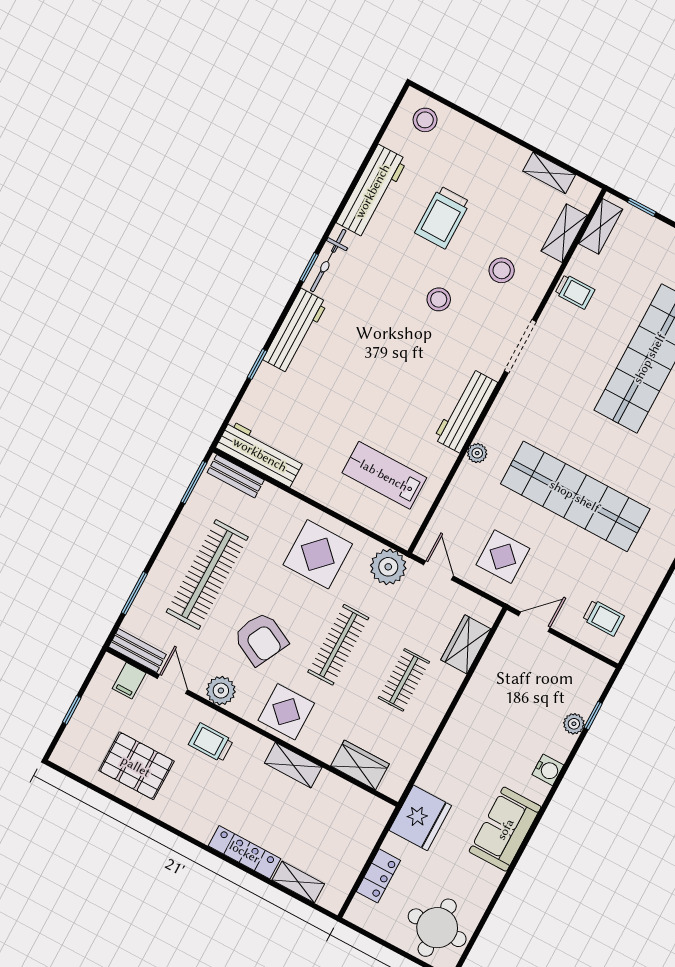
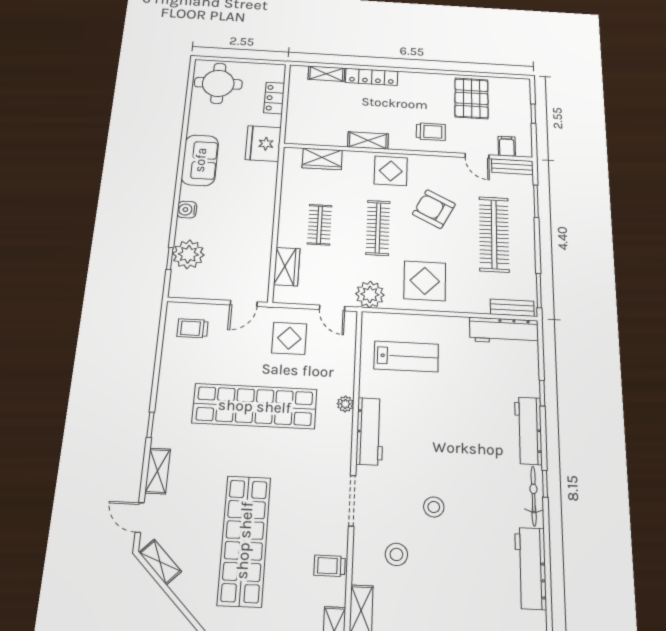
trolley: (442, 217) -> (465, 575), removed
plant: (221, 691) -> (442, 166), removed
plant: (574, 724) -> (188, 254), width x1.88, depth x1.88
pallet: (136, 766) -> (471, 98), turned 90

